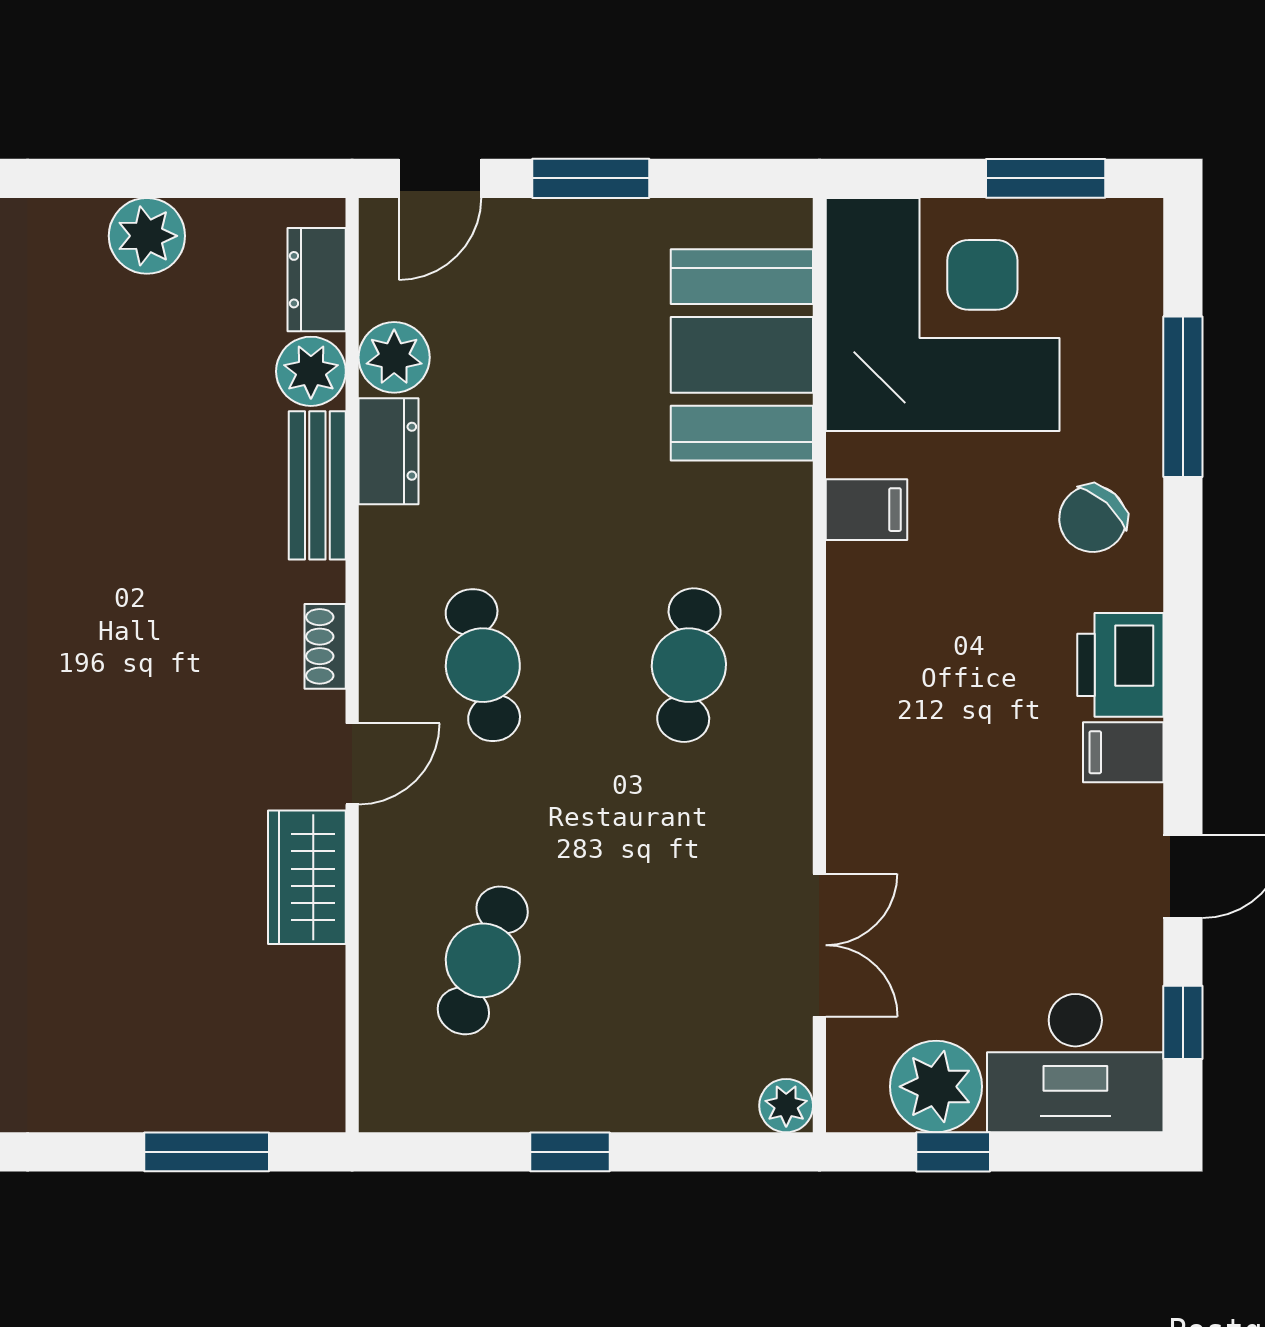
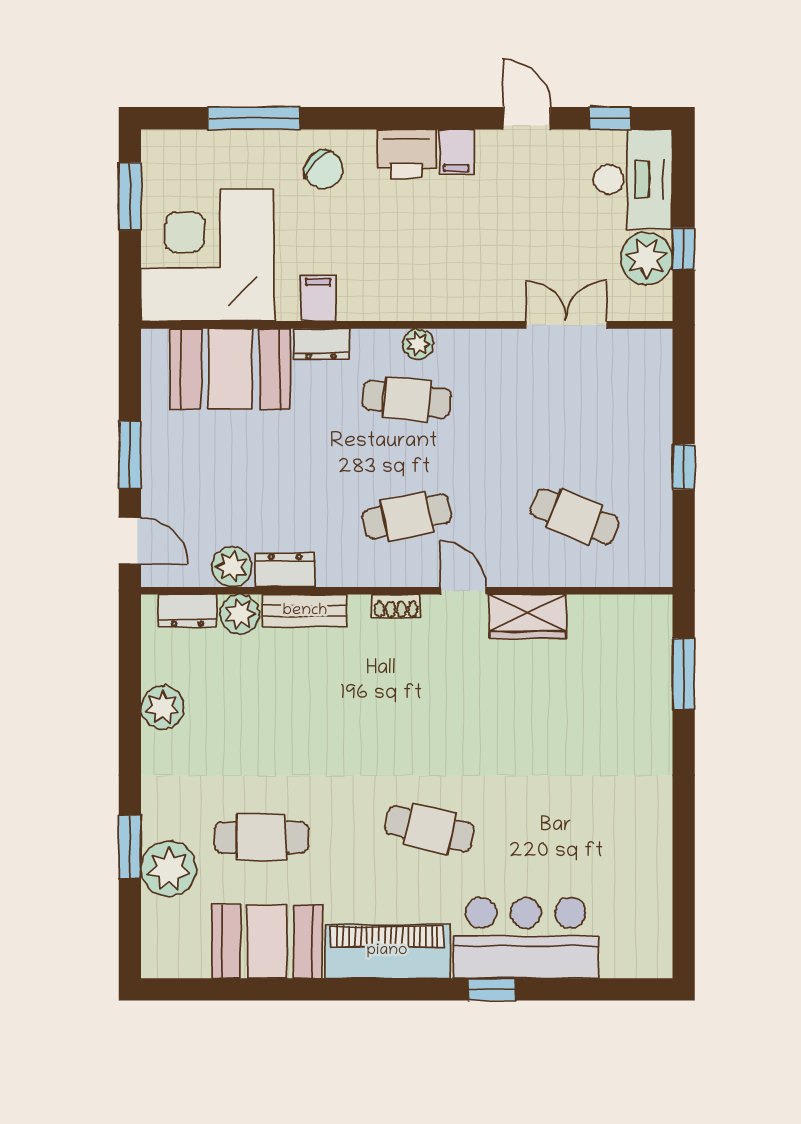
dresser: (786, 514) -> (321, 344), added
plant: (786, 1106) -> (418, 344), moved

